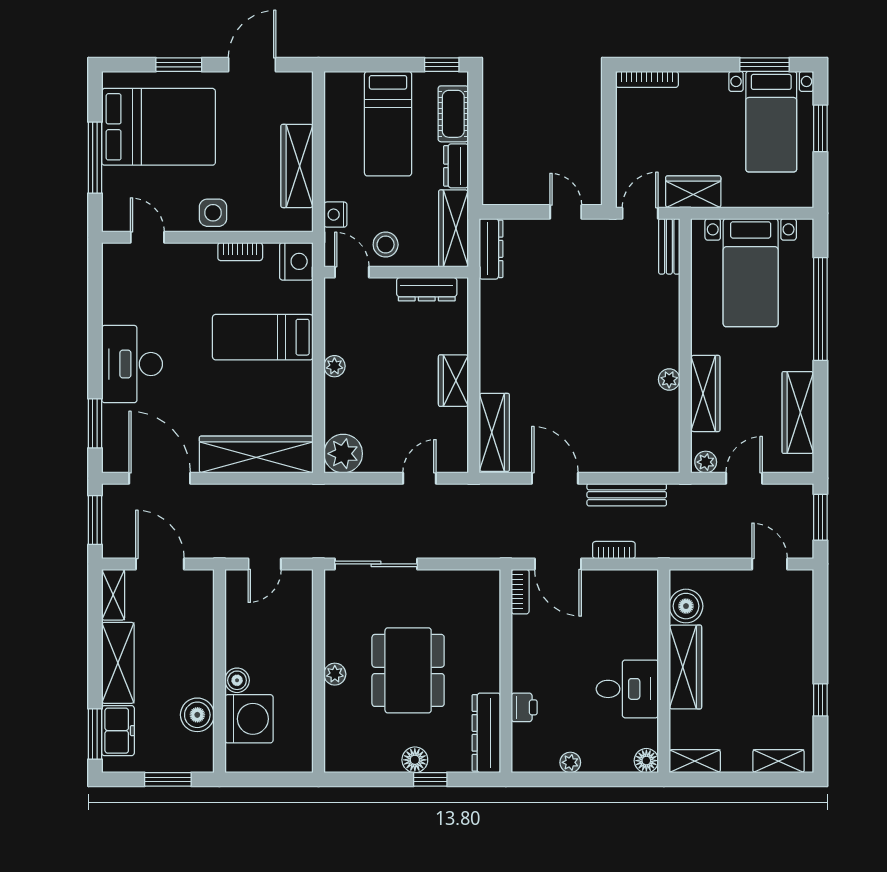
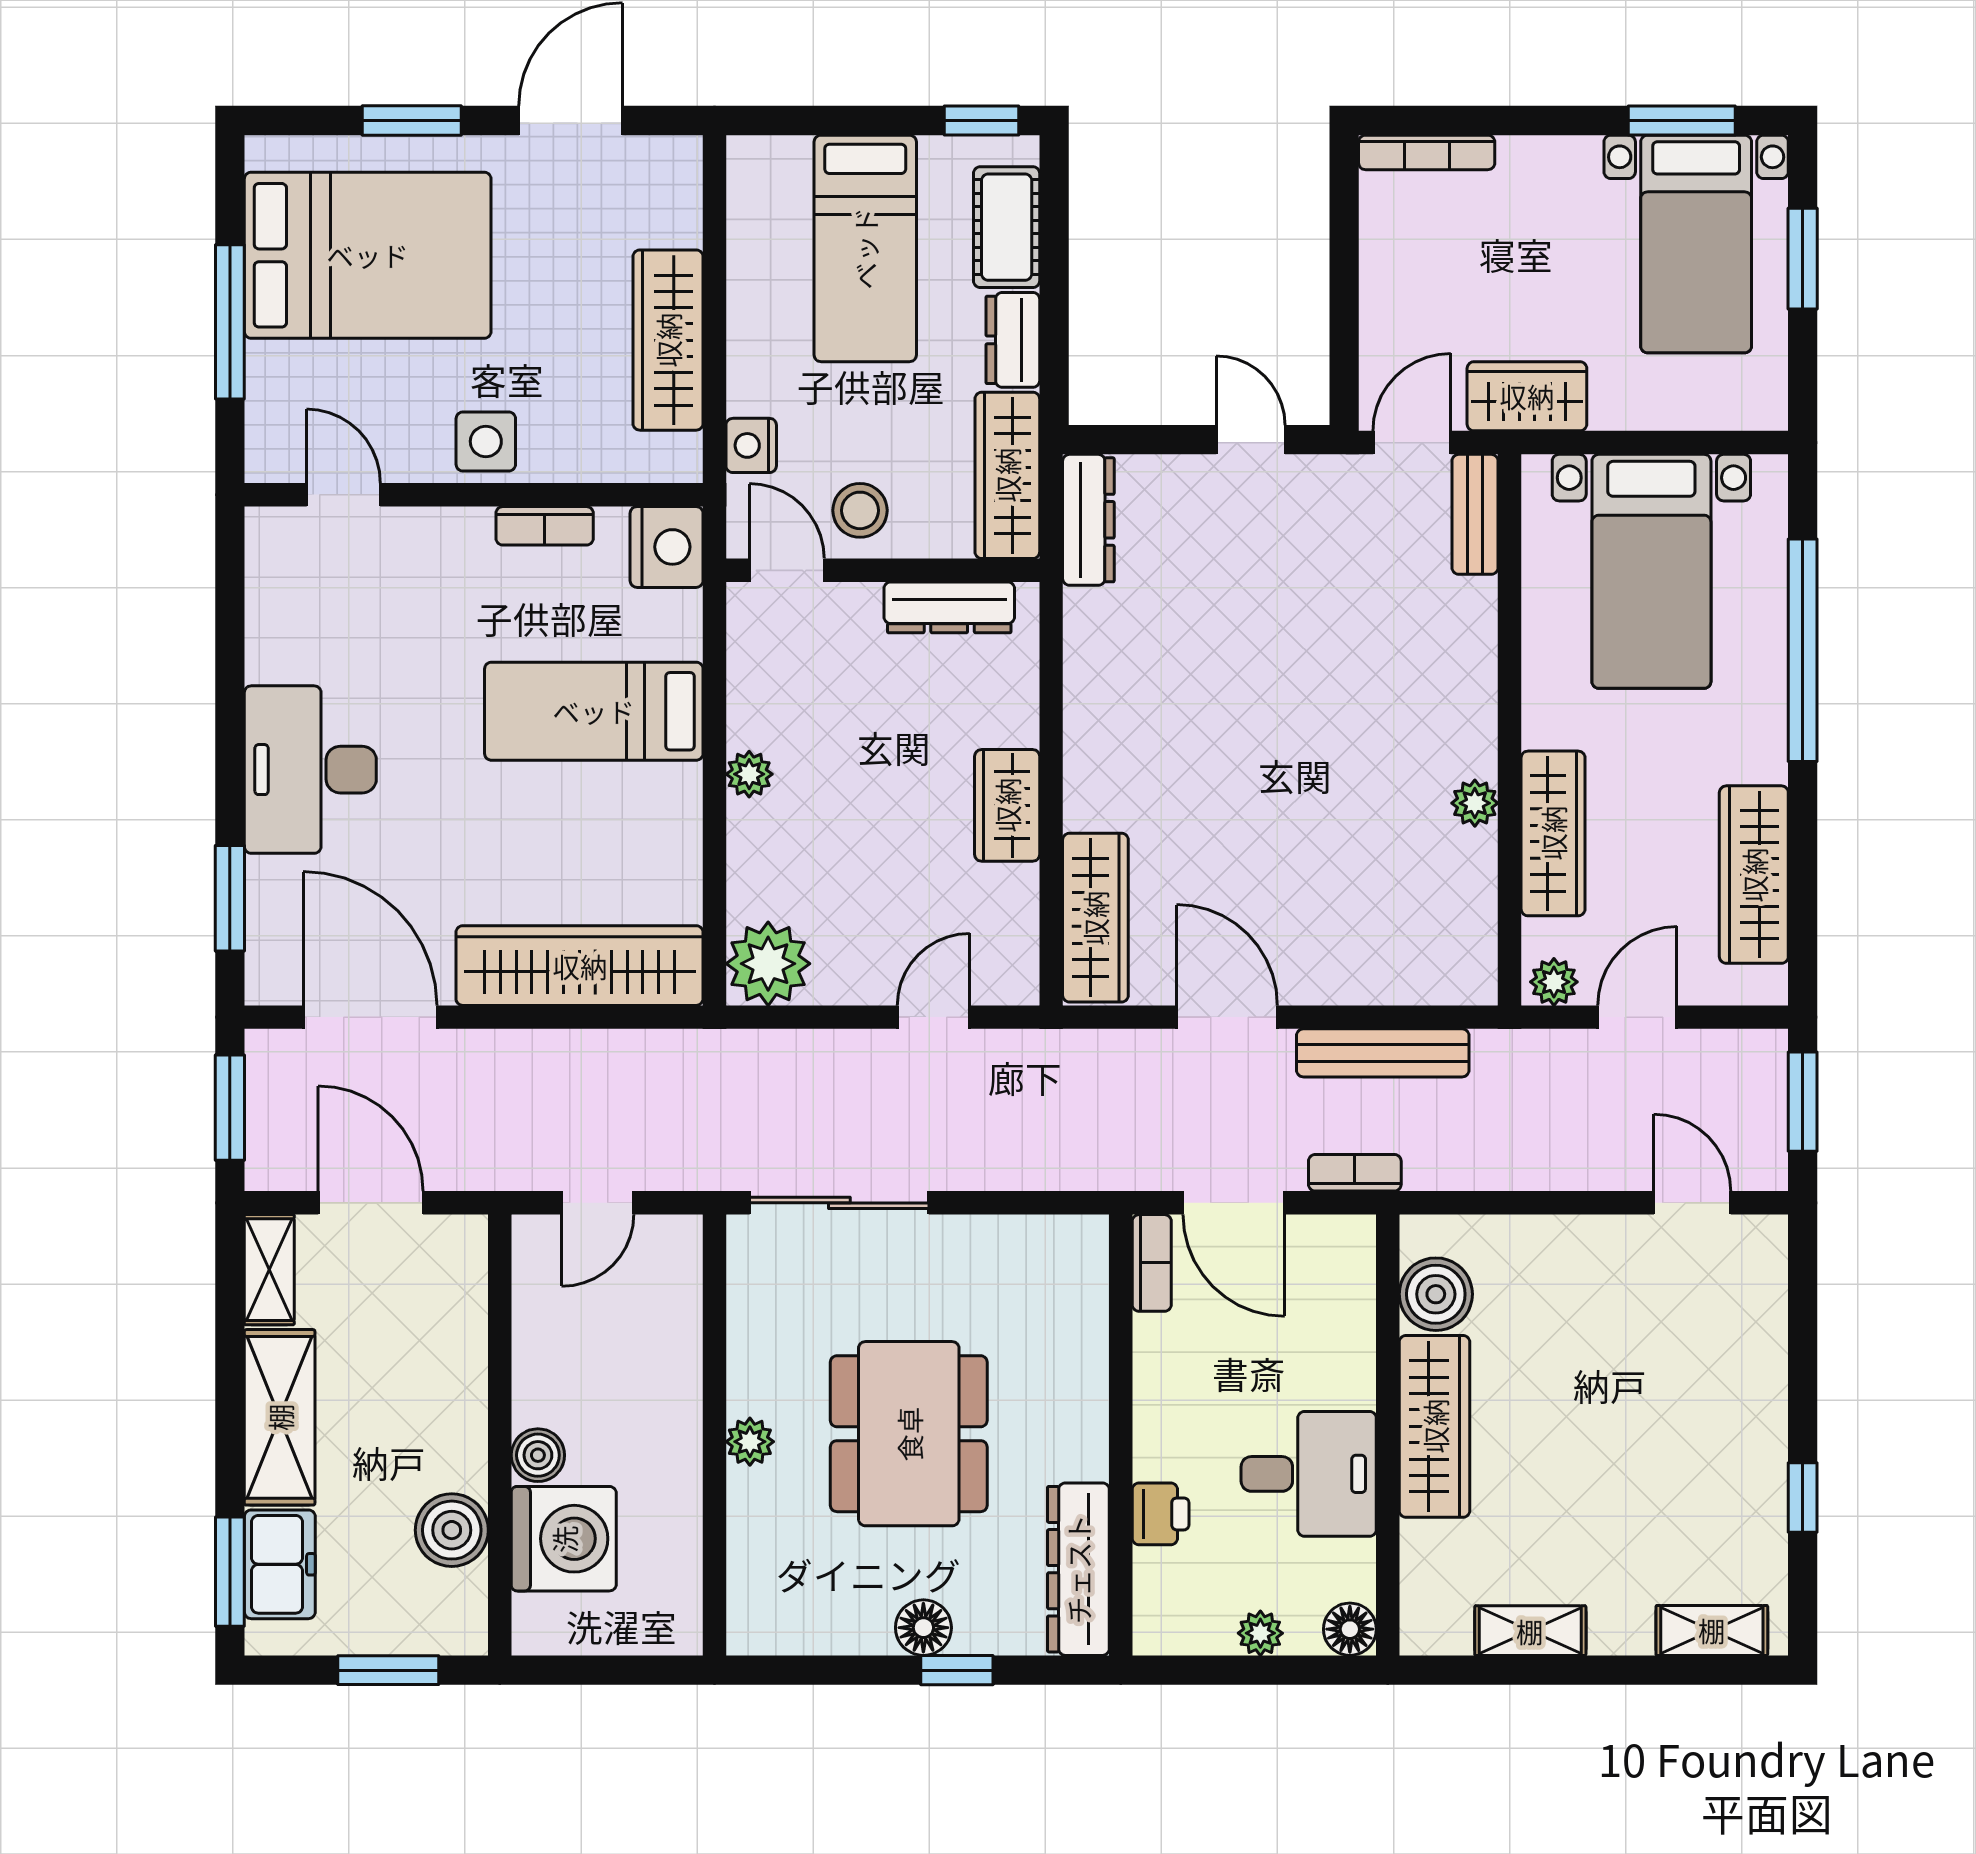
boiler: (686, 606) -> (1436, 1294), moved
wardrobe: (685, 667) -> (1435, 1426), moved
wall: (664, 671) -> (1388, 1435), moved
desk: (627, 689) -> (1309, 1474), moved
floor lamp: (646, 761) -> (1350, 1629), moved

